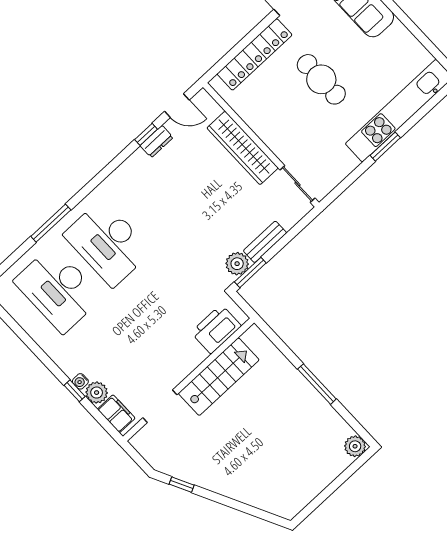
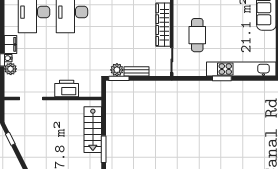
cafe table: (321, 79) -> (197, 35), moved
printer: (216, 329) -> (67, 88), moved
stairs: (219, 377) -> (93, 130), moved, turned 90
filing cabinet: (116, 414) -> (11, 44), moved

